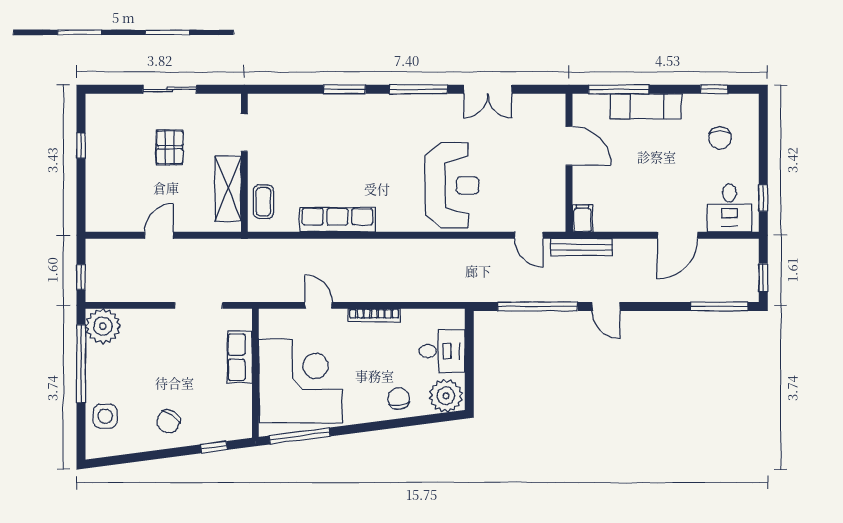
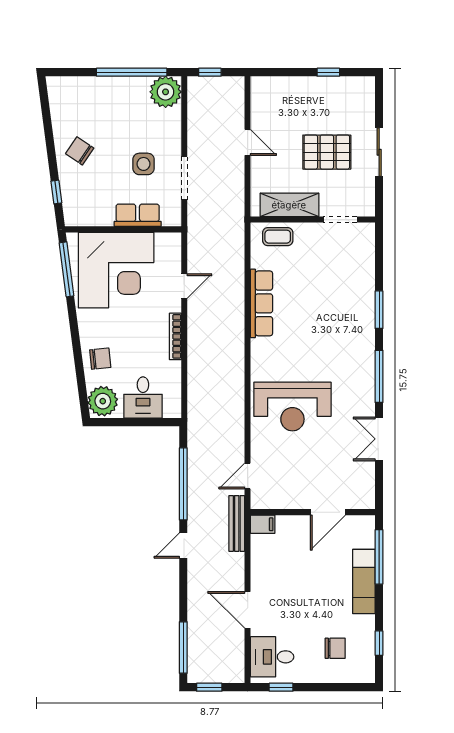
chair: (720, 138) -> (335, 648), turned 180
pallet: (170, 147) -> (327, 152), width x1.50, depth x1.42
side table: (105, 416) -> (144, 164), moved

